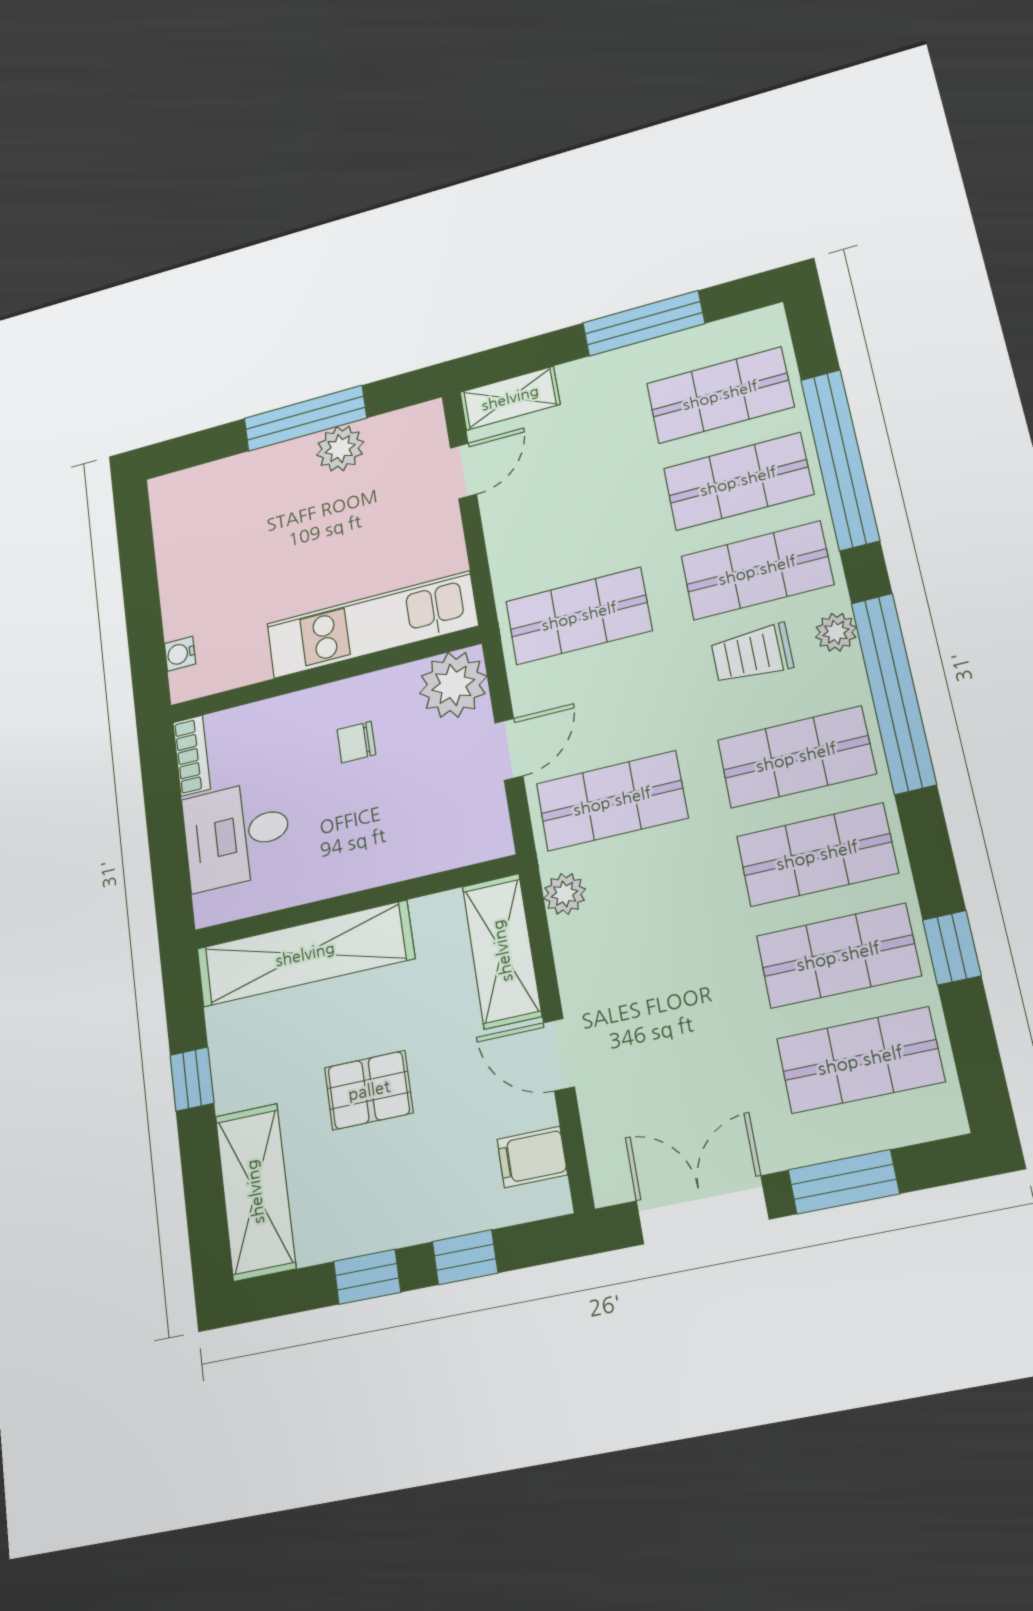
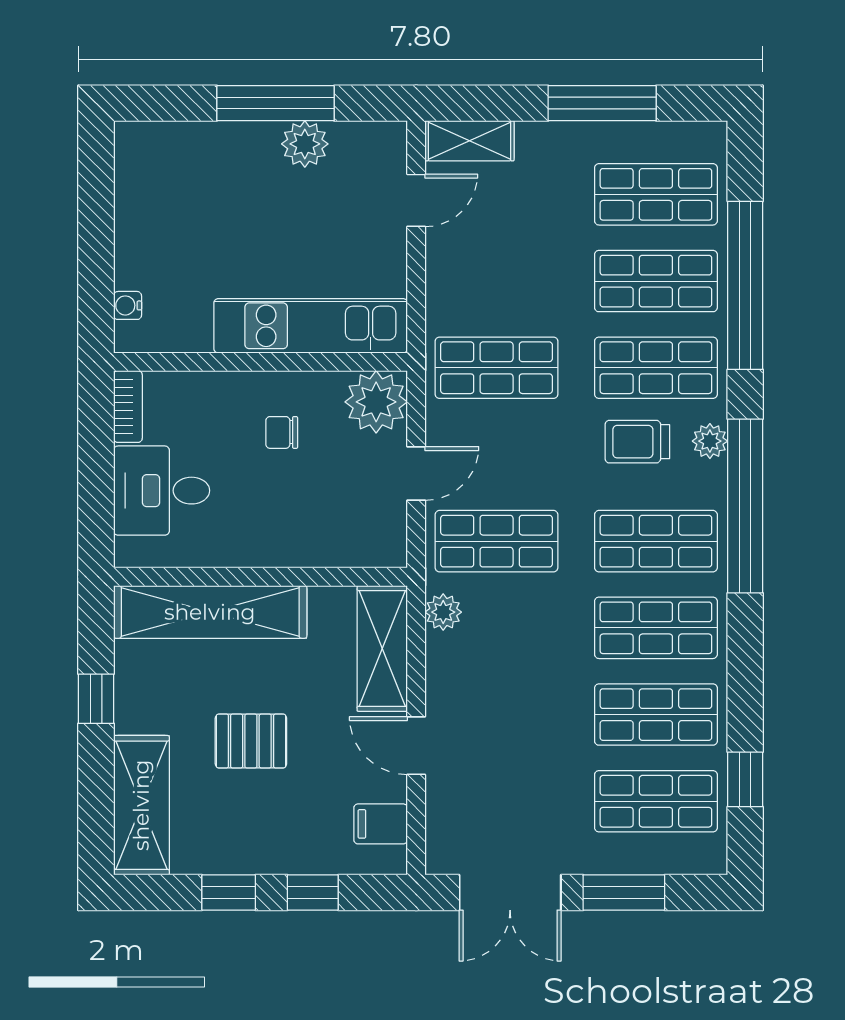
window: (952, 948) -> (745, 779), moved
double door: (702, 1210) -> (510, 892), swing flipped

